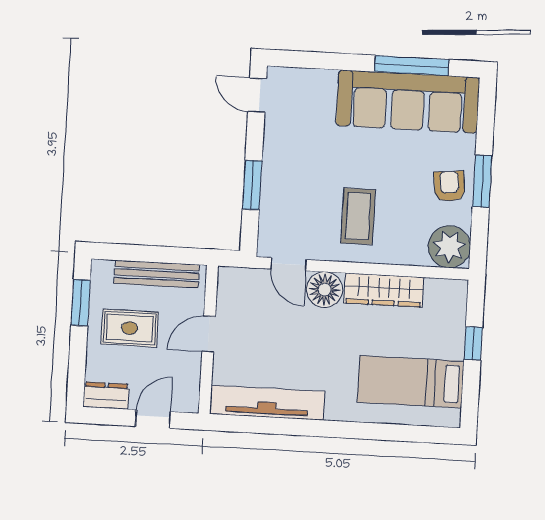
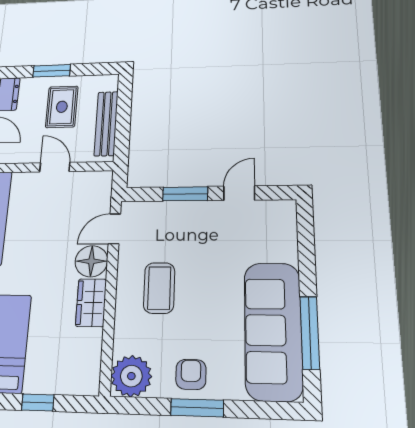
door: (257, 95) -> (239, 193), moved
armchair: (449, 186) -> (191, 374), turned -84
coffee table: (358, 216) -> (159, 288), turned 90
wardrobe: (384, 290) -> (91, 303), width x0.67
window: (81, 303) -> (52, 71), moved

